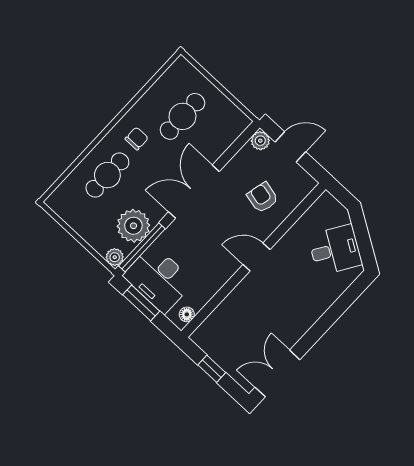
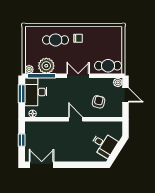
cafe table: (182, 116) -> (108, 66), moved
double door: (194, 192) -> (78, 76), width x0.73

